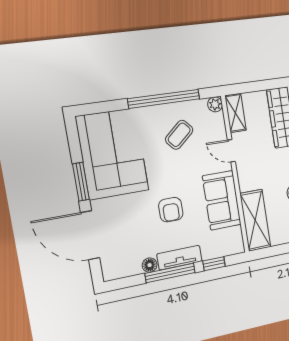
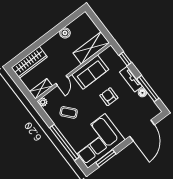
window: (164, 99) -> (64, 142), moved
window: (81, 182) -> (106, 158), moved
armchair: (171, 210) -> (109, 97), turned -90
window: (170, 273) -> (148, 89), moved

